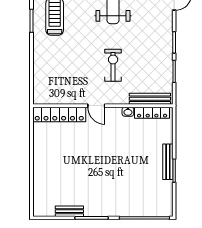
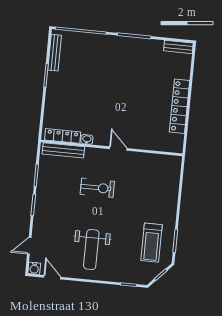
exercise bike: (113, 65) -> (97, 188), turned -90
locker: (59, 114) -> (179, 106), moved, turned -90
bench: (168, 162) -> (55, 53), moved
bench: (69, 211) -> (178, 47), moved

